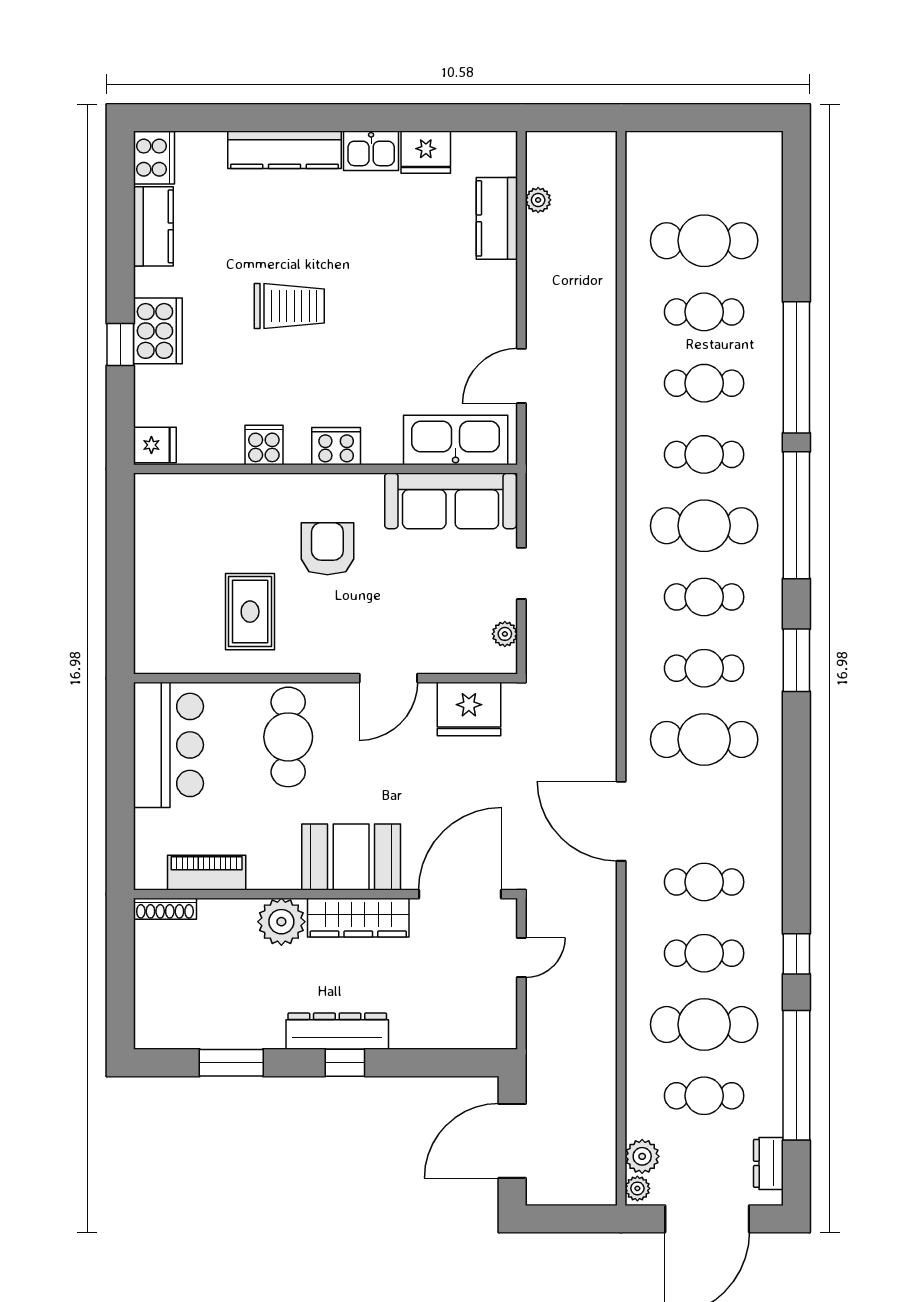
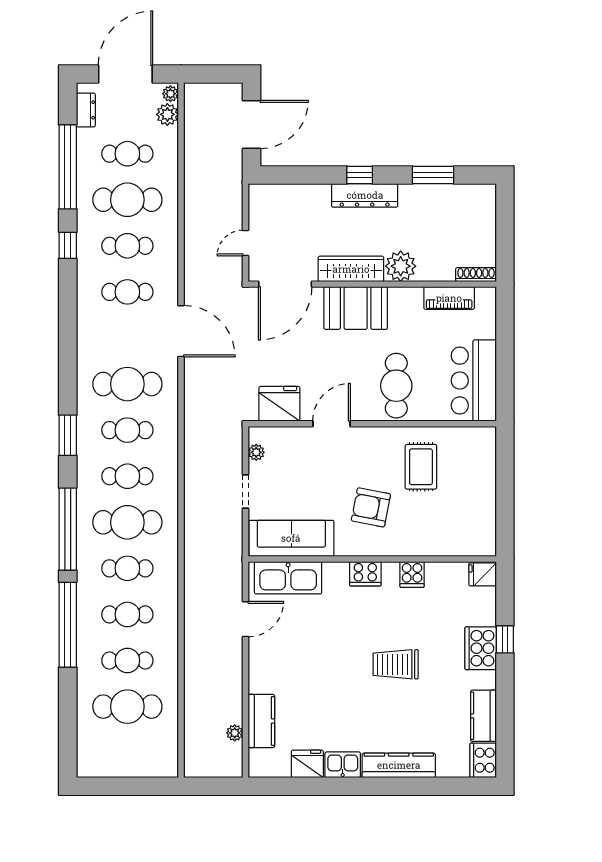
armchair: (327, 549) -> (371, 507), turned 101

